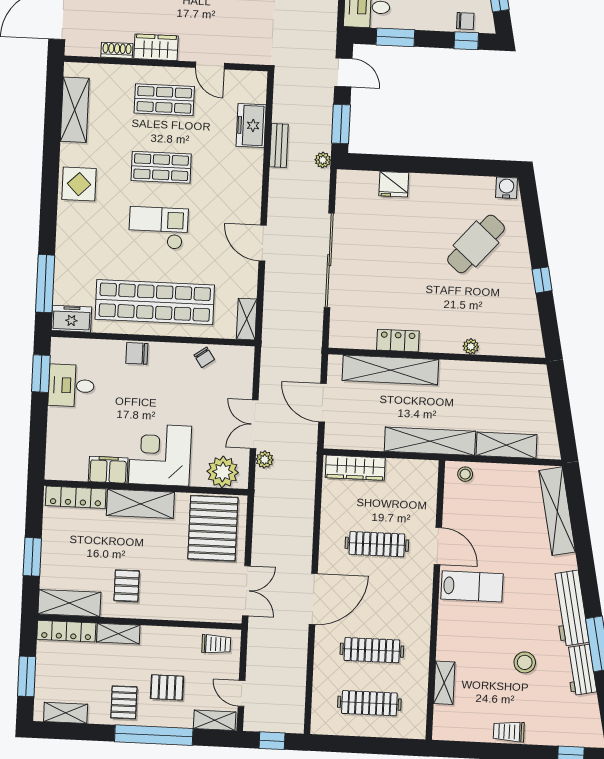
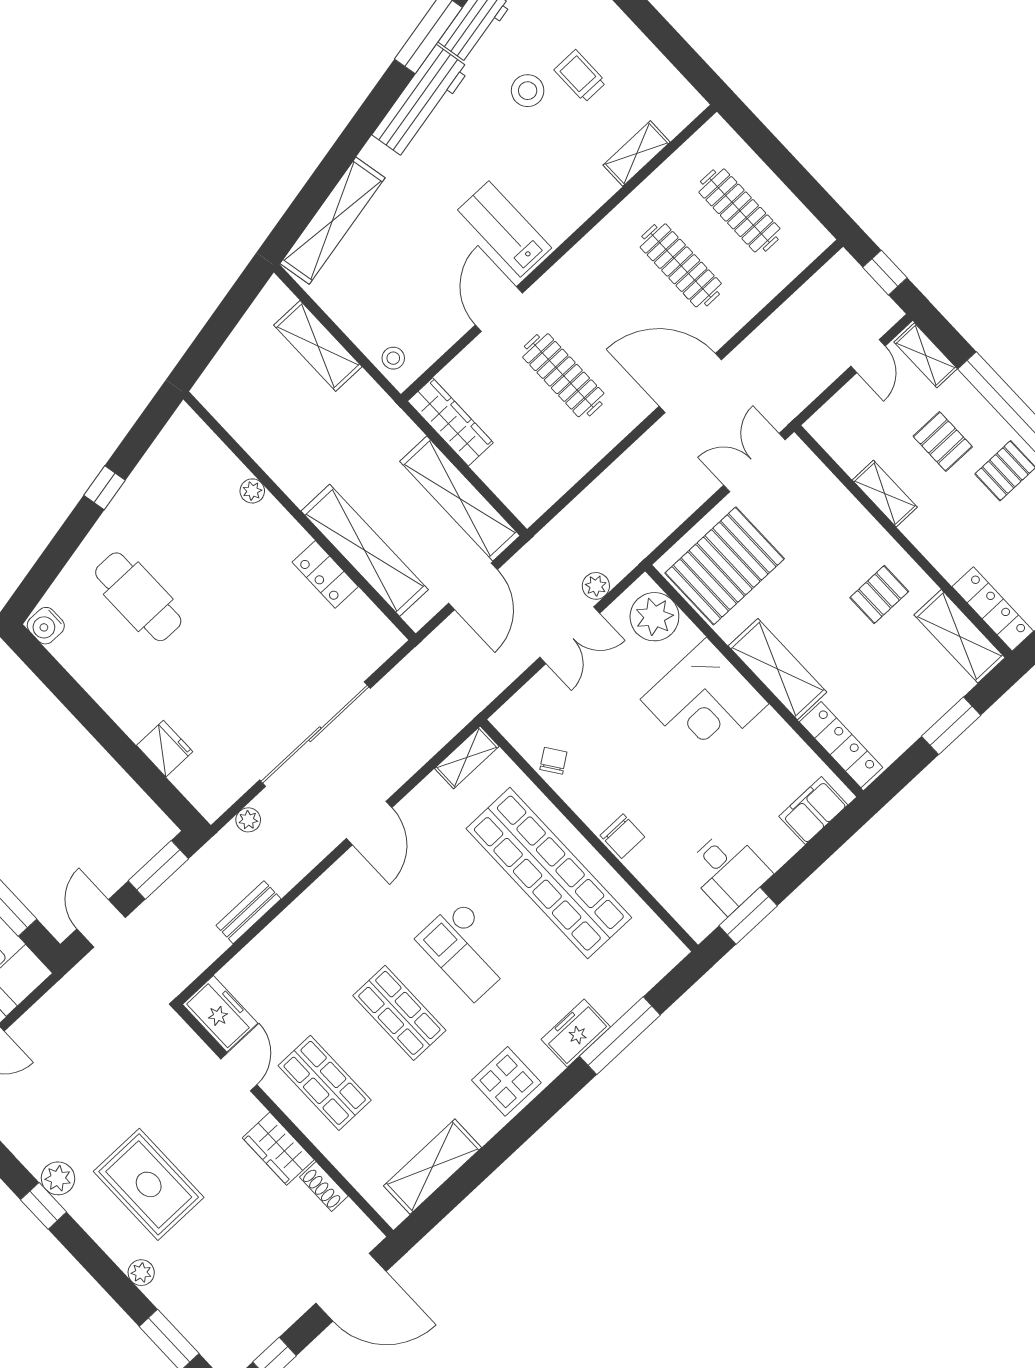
freezer: (251, 125) -> (220, 1014), moved, turned -90
plant: (323, 160) -> (248, 820), moved
cafe table: (476, 244) -> (138, 597), turned 49
window: (45, 284) -> (620, 1036), moved
freezer: (71, 319) -> (576, 1033), moved, turned 90
shelving: (430, 441) -> (460, 498), moved
wardrobe: (355, 468) -> (450, 422), moved
filing cabinet: (108, 470) -> (813, 811), moved, turned 90
shelving: (118, 634) -> (885, 494), moved
trolley: (216, 644) -> (843, 436), removed
trolley: (509, 732) -> (580, 76), moved, turned 180

